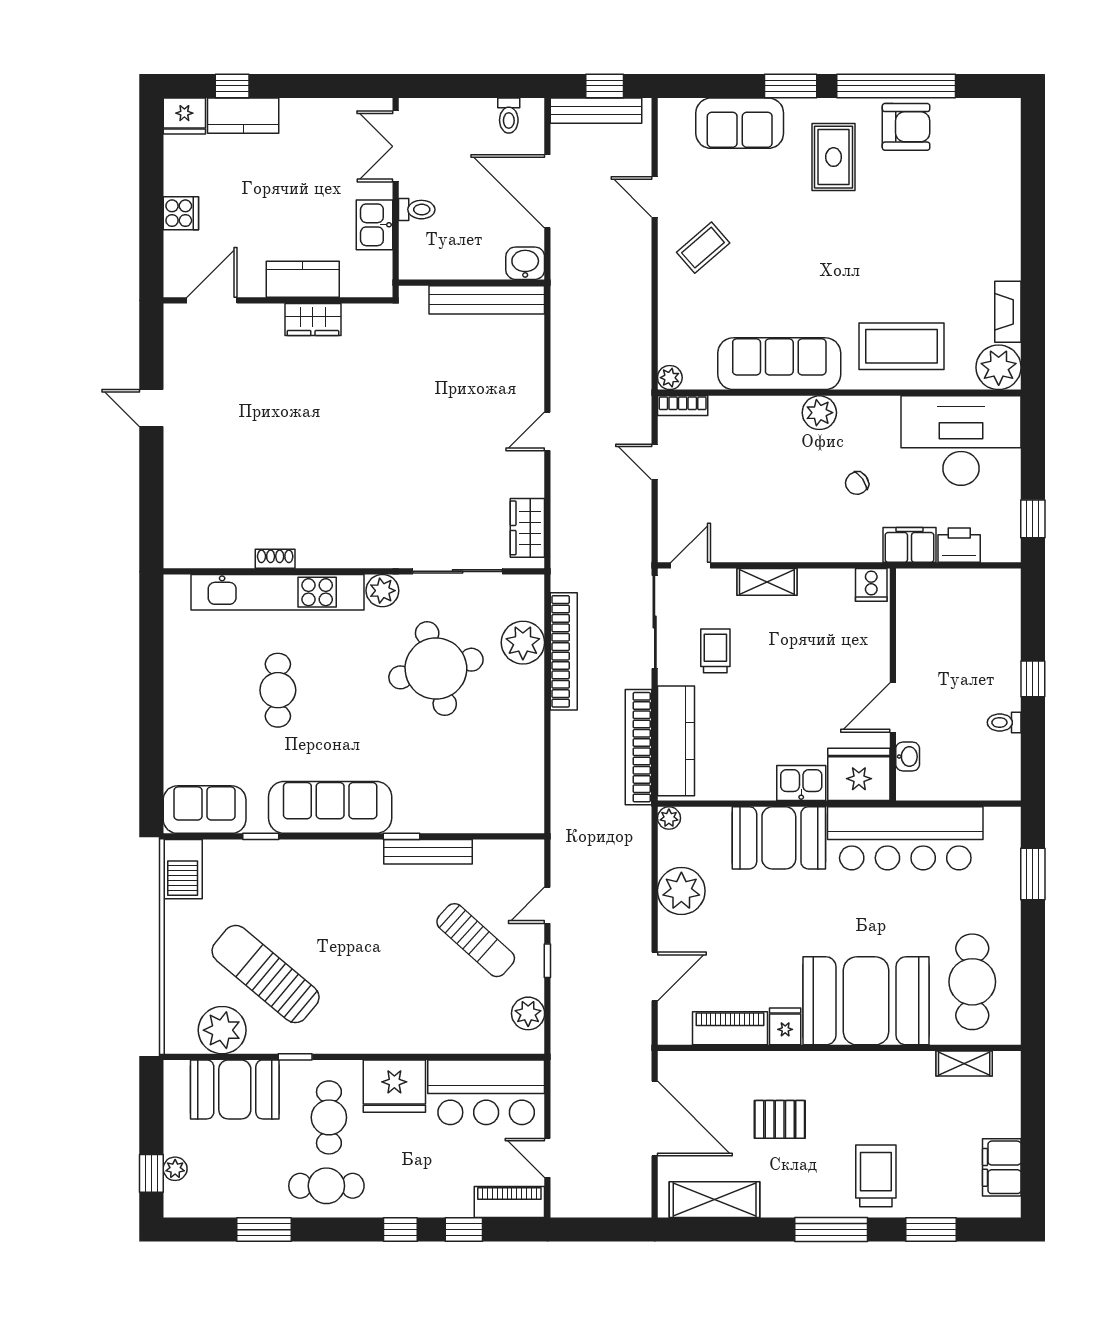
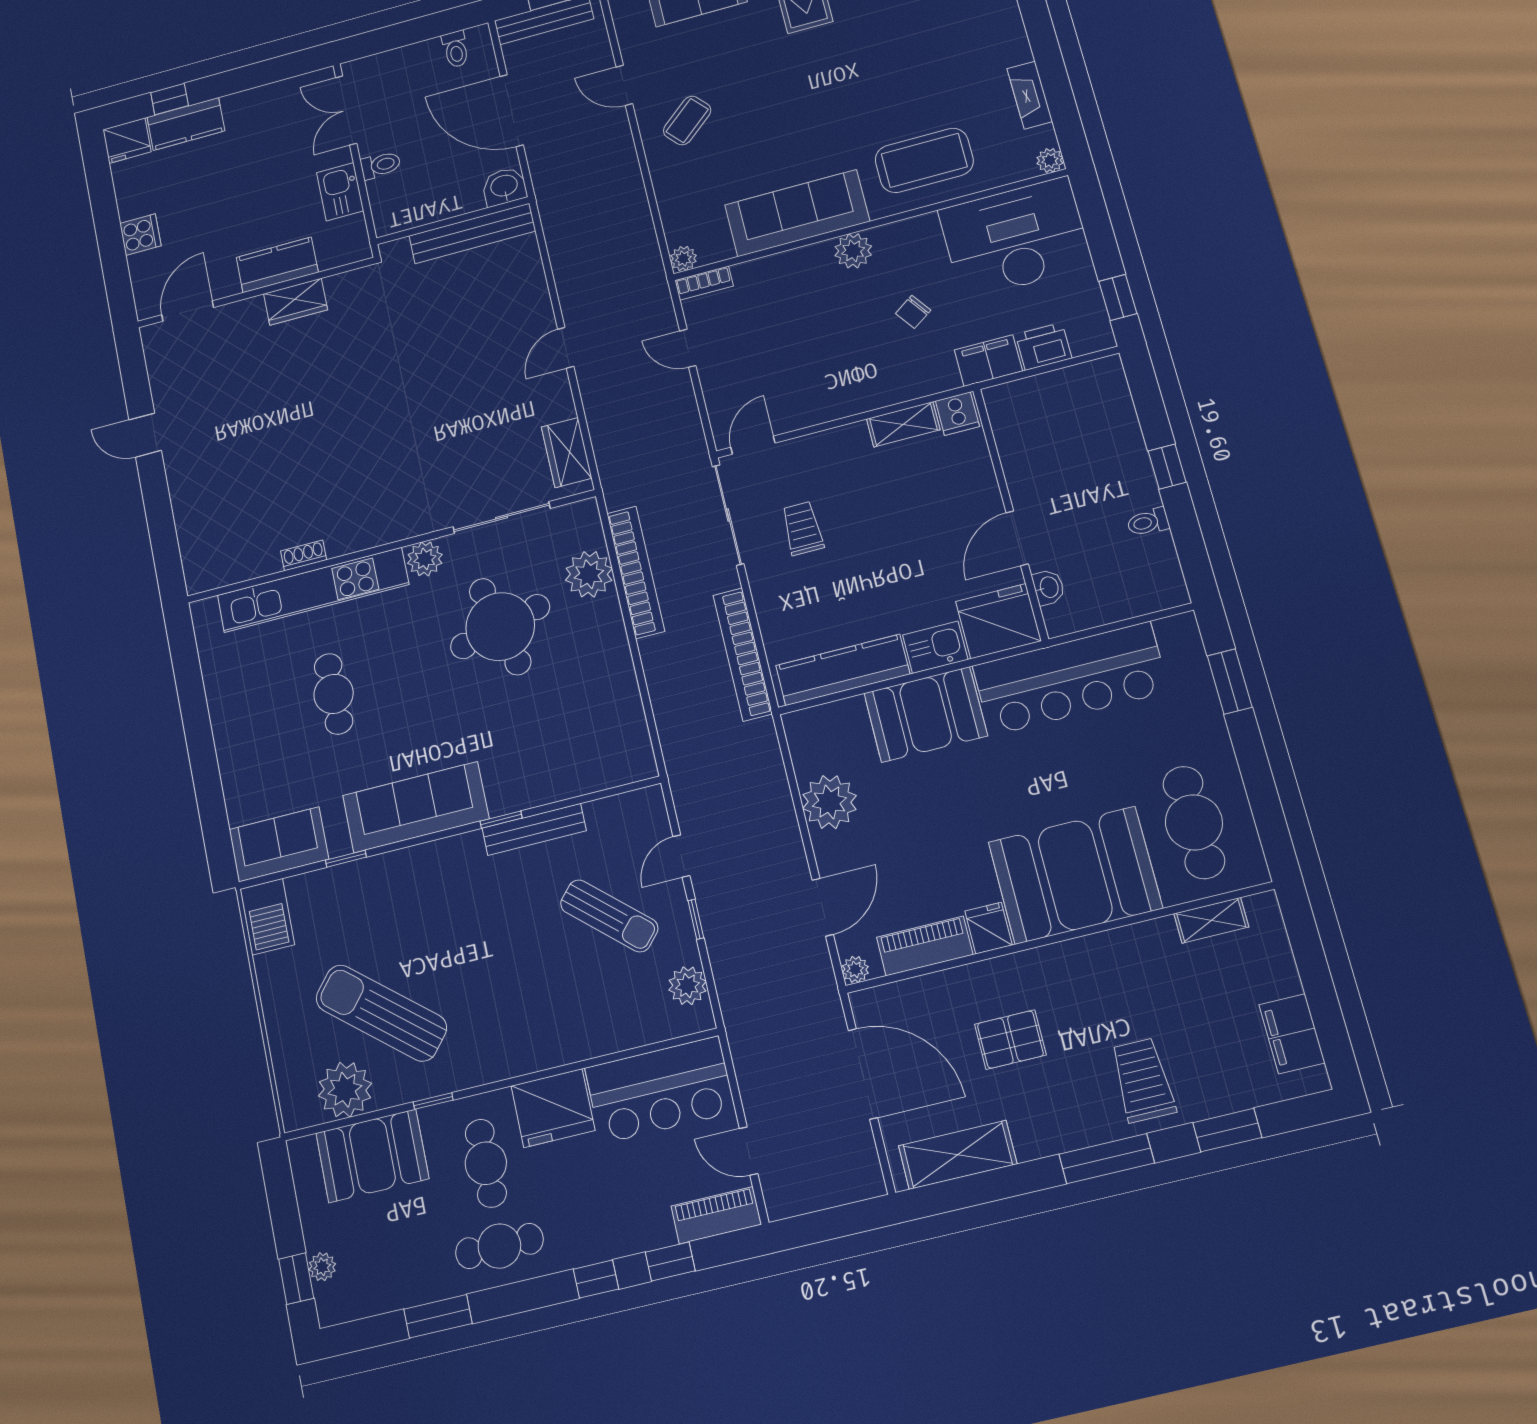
plant: (999, 367) -> (1050, 160), width x0.53, depth x0.53
shelving: (767, 582) -> (903, 424), moved
kitchen counter: (676, 741) -> (843, 670), moved, turned -90
plant: (669, 818) -> (855, 969), moved

